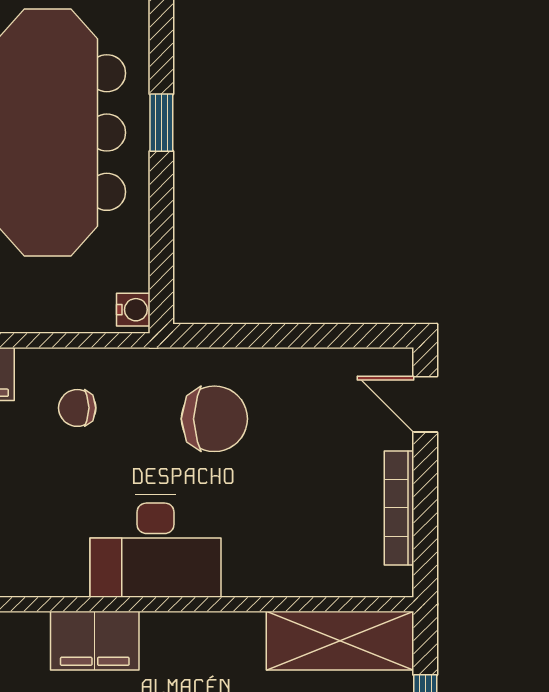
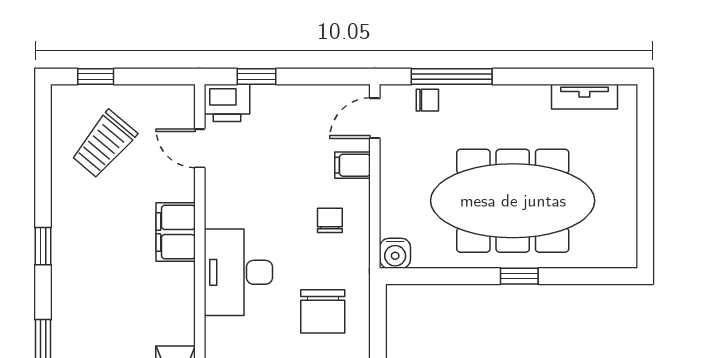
water cooler: (133, 310) -> (395, 253), width x1.38, depth x1.38

